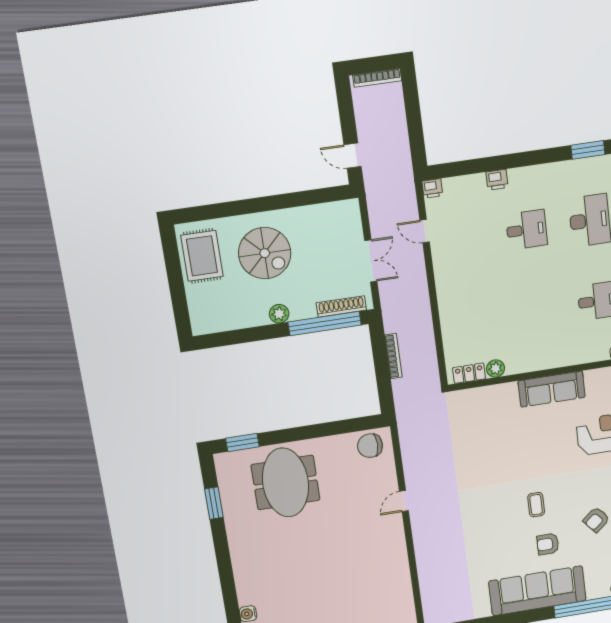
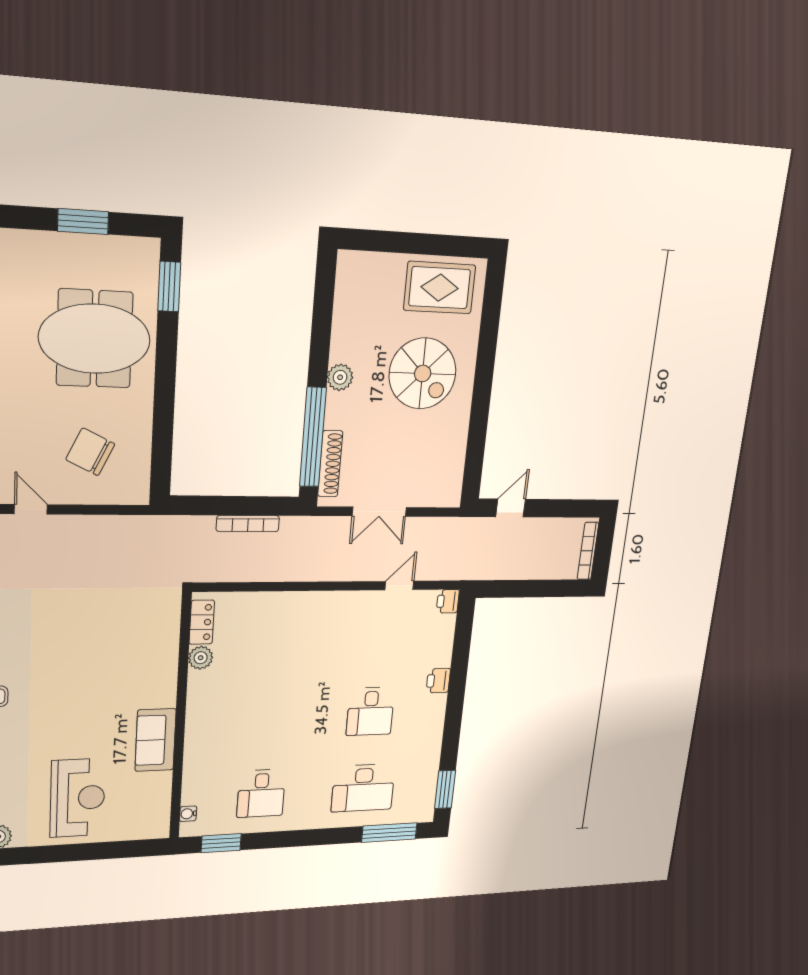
spiral stairs: (265, 253) -> (423, 373), turned -90
sofa: (552, 389) -> (156, 740), width x0.73
chair: (370, 446) -> (90, 452), moved, turned -64

